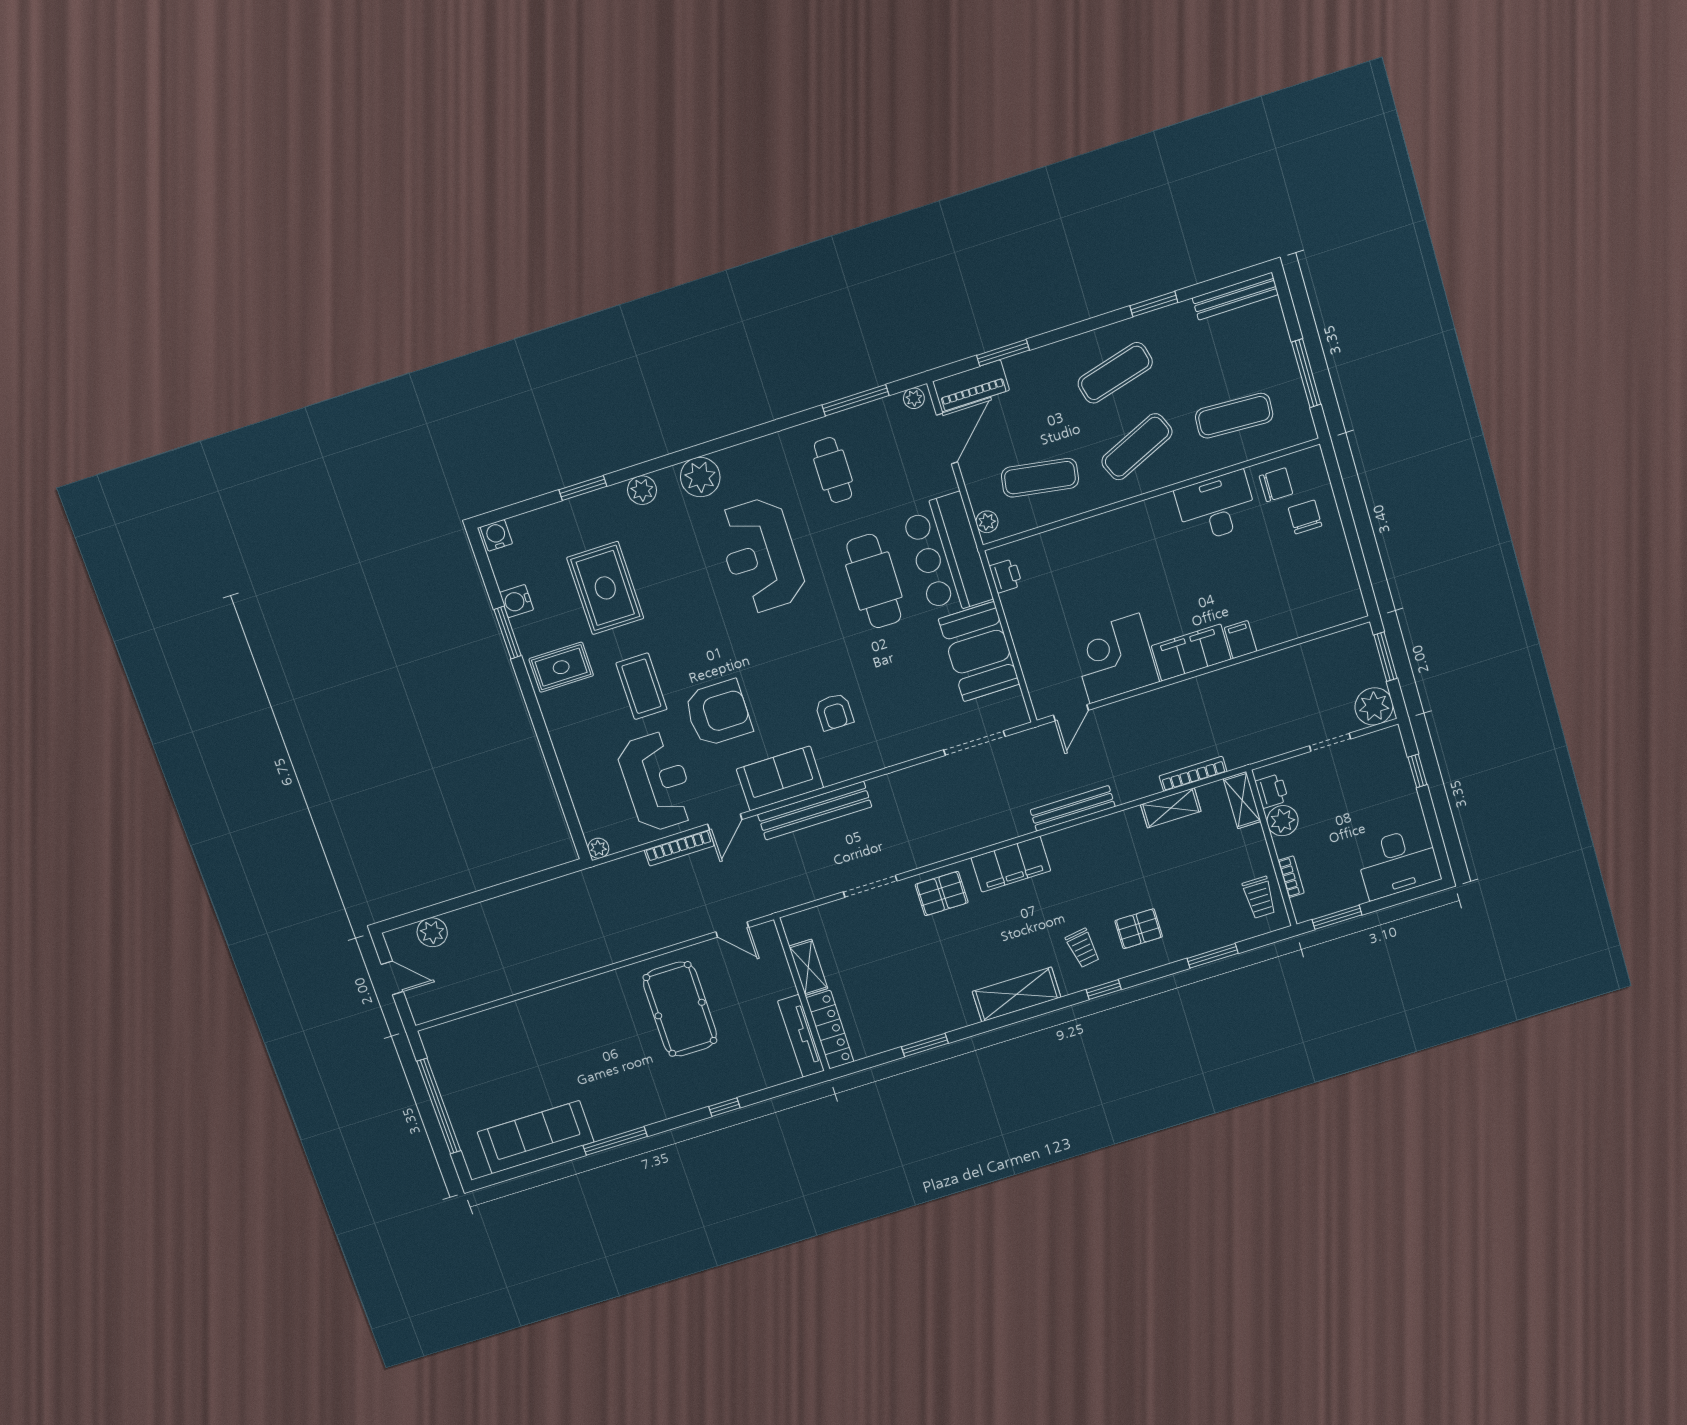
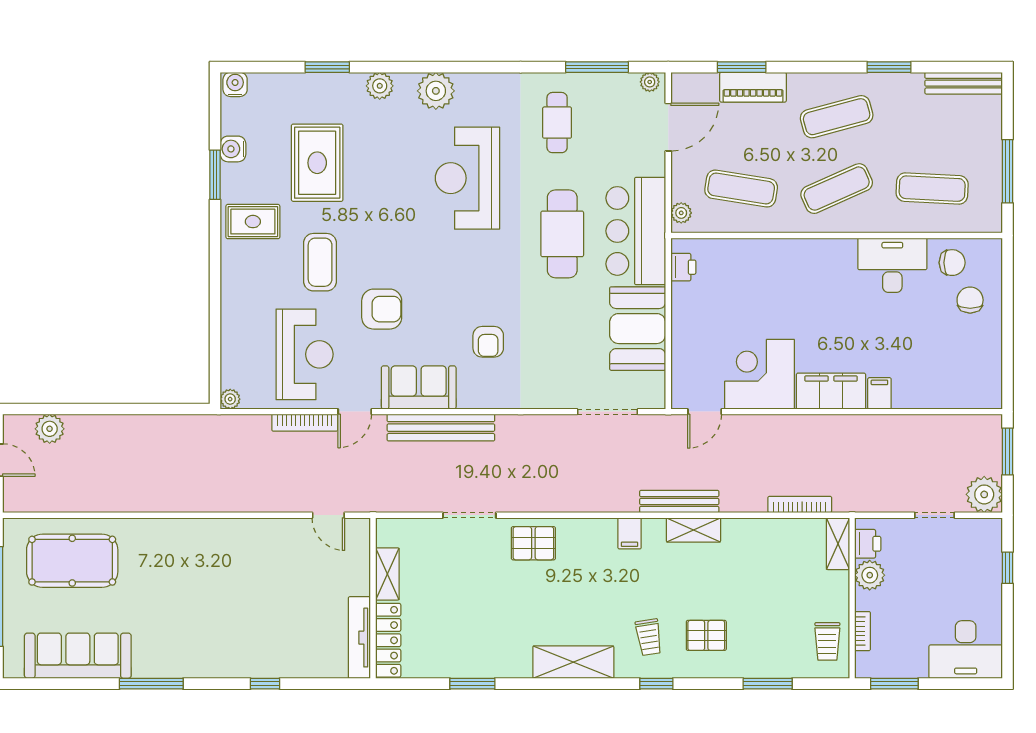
piano: (971, 386) -> (753, 87), moved
armchair: (718, 713) -> (382, 309), width x0.73, depth x0.73
shelving: (1171, 808) -> (693, 530), moved
filing cabinet: (1011, 864) -> (630, 533), width x0.33, depth x0.86
pool table: (680, 1009) -> (72, 561), moved, turned 90

